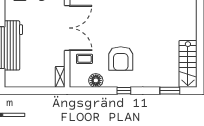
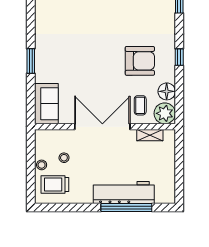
shelving: (60, 77) -> (150, 135), moved
plant: (78, 79) -> (165, 113), added

